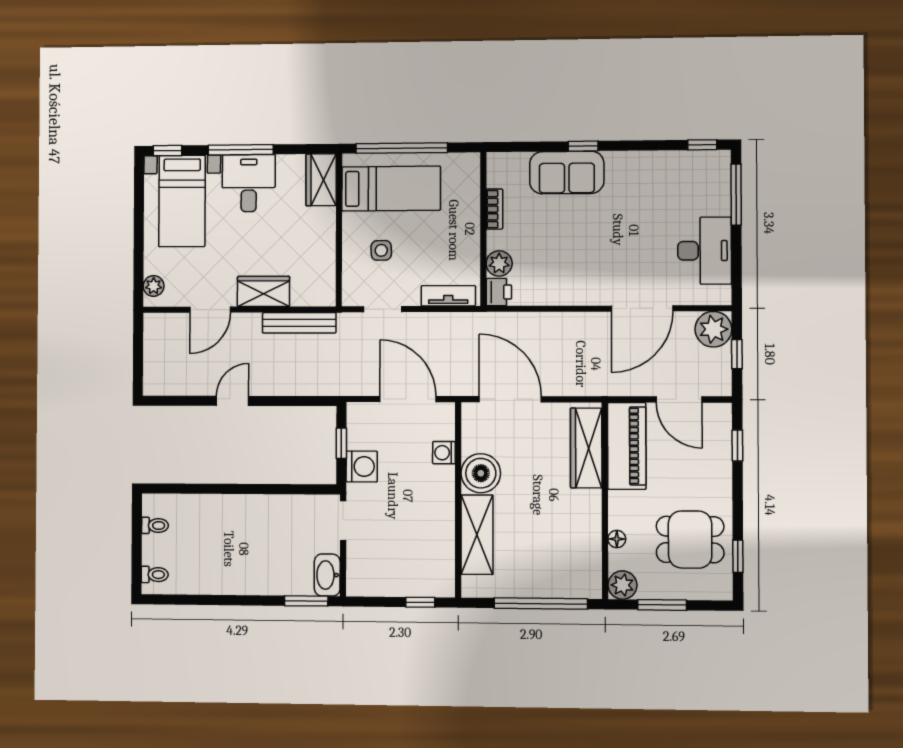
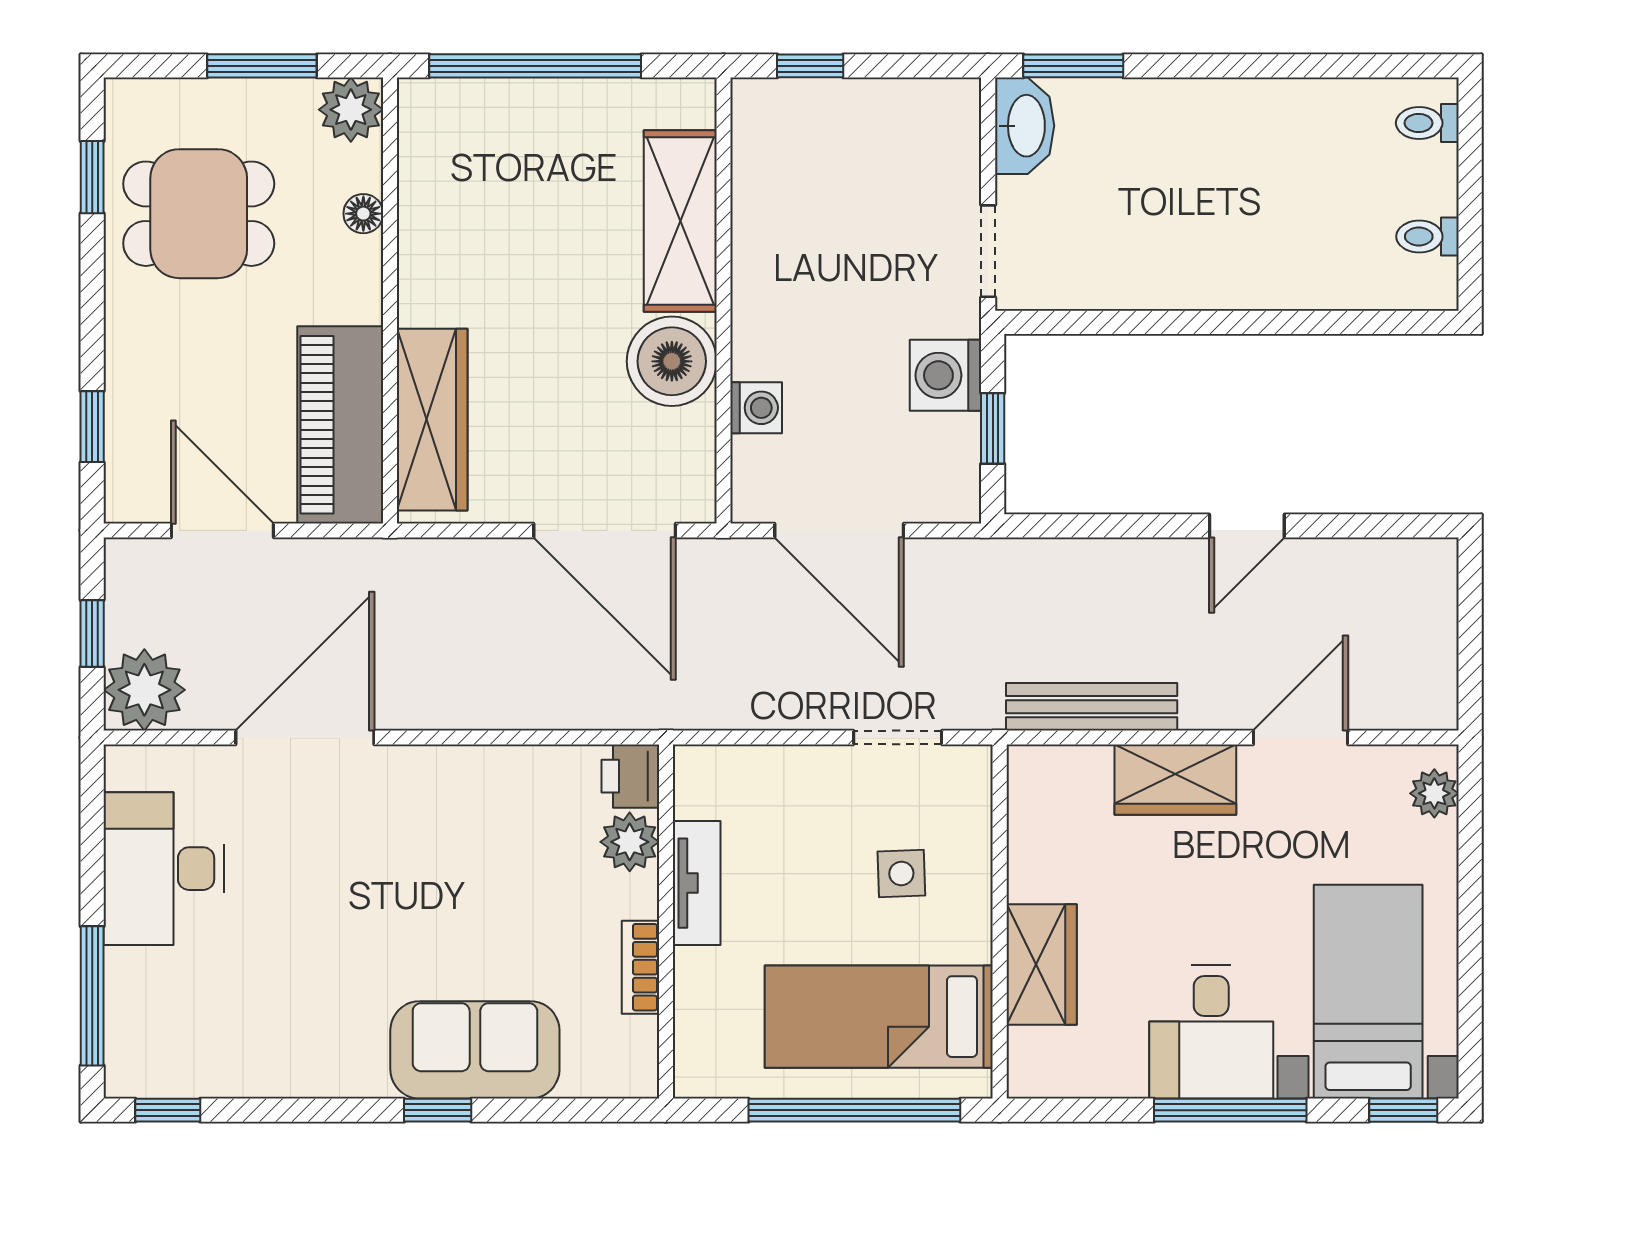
wardrobe: (321, 180) -> (1042, 965), moved
tv unit: (448, 296) -> (697, 883), moved, turned -90

